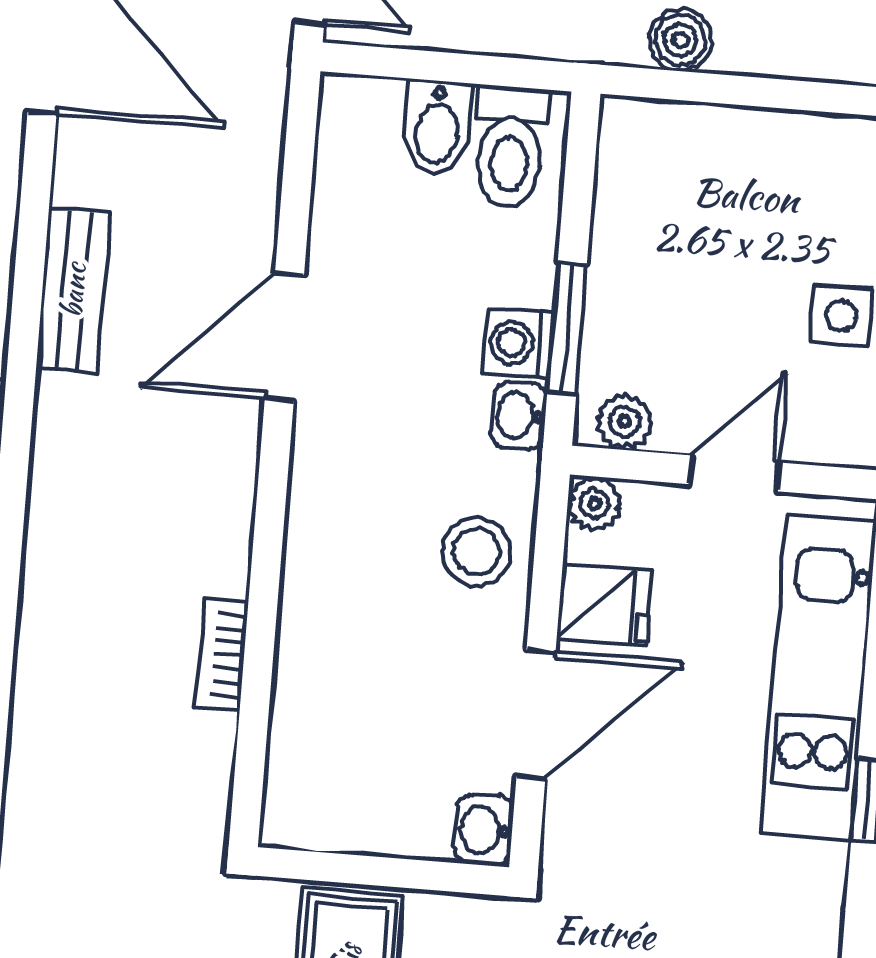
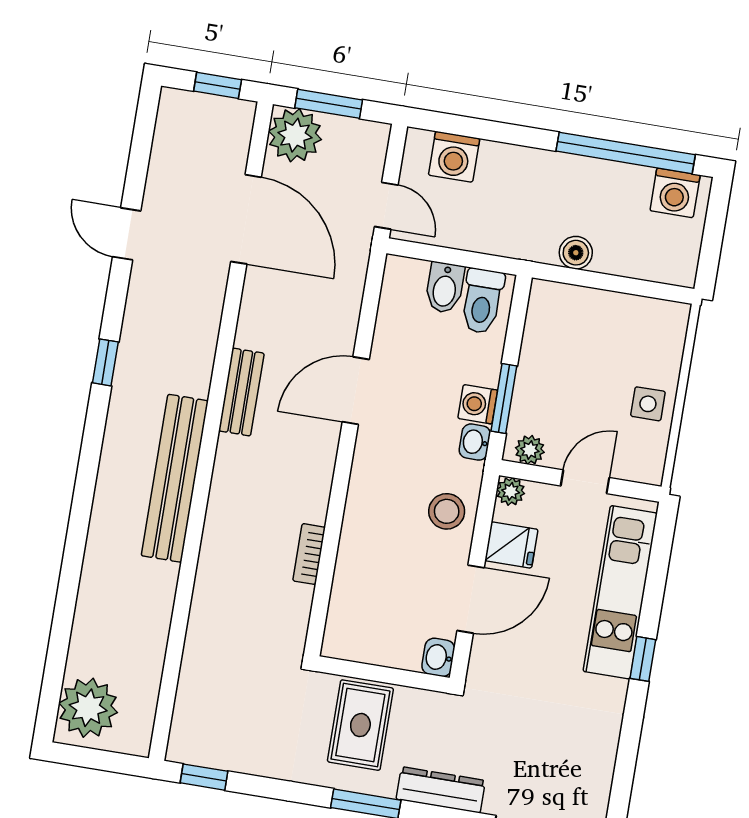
bench: (73, 290) -> (241, 392), moved

